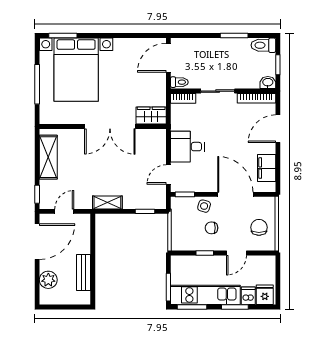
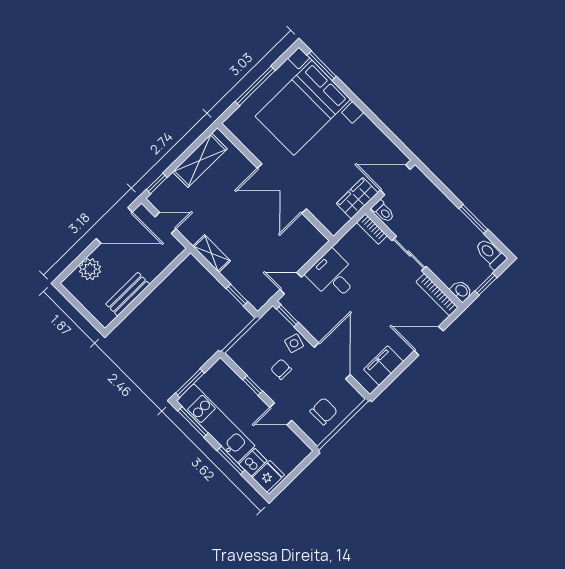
wardrobe: (151, 116) -> (357, 198), moved, turned -90

